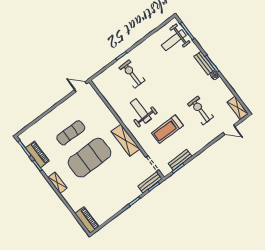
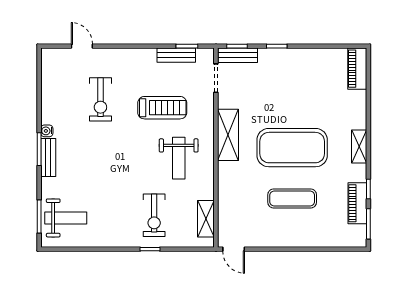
shelving: (238, 108) -> (206, 219), moved

